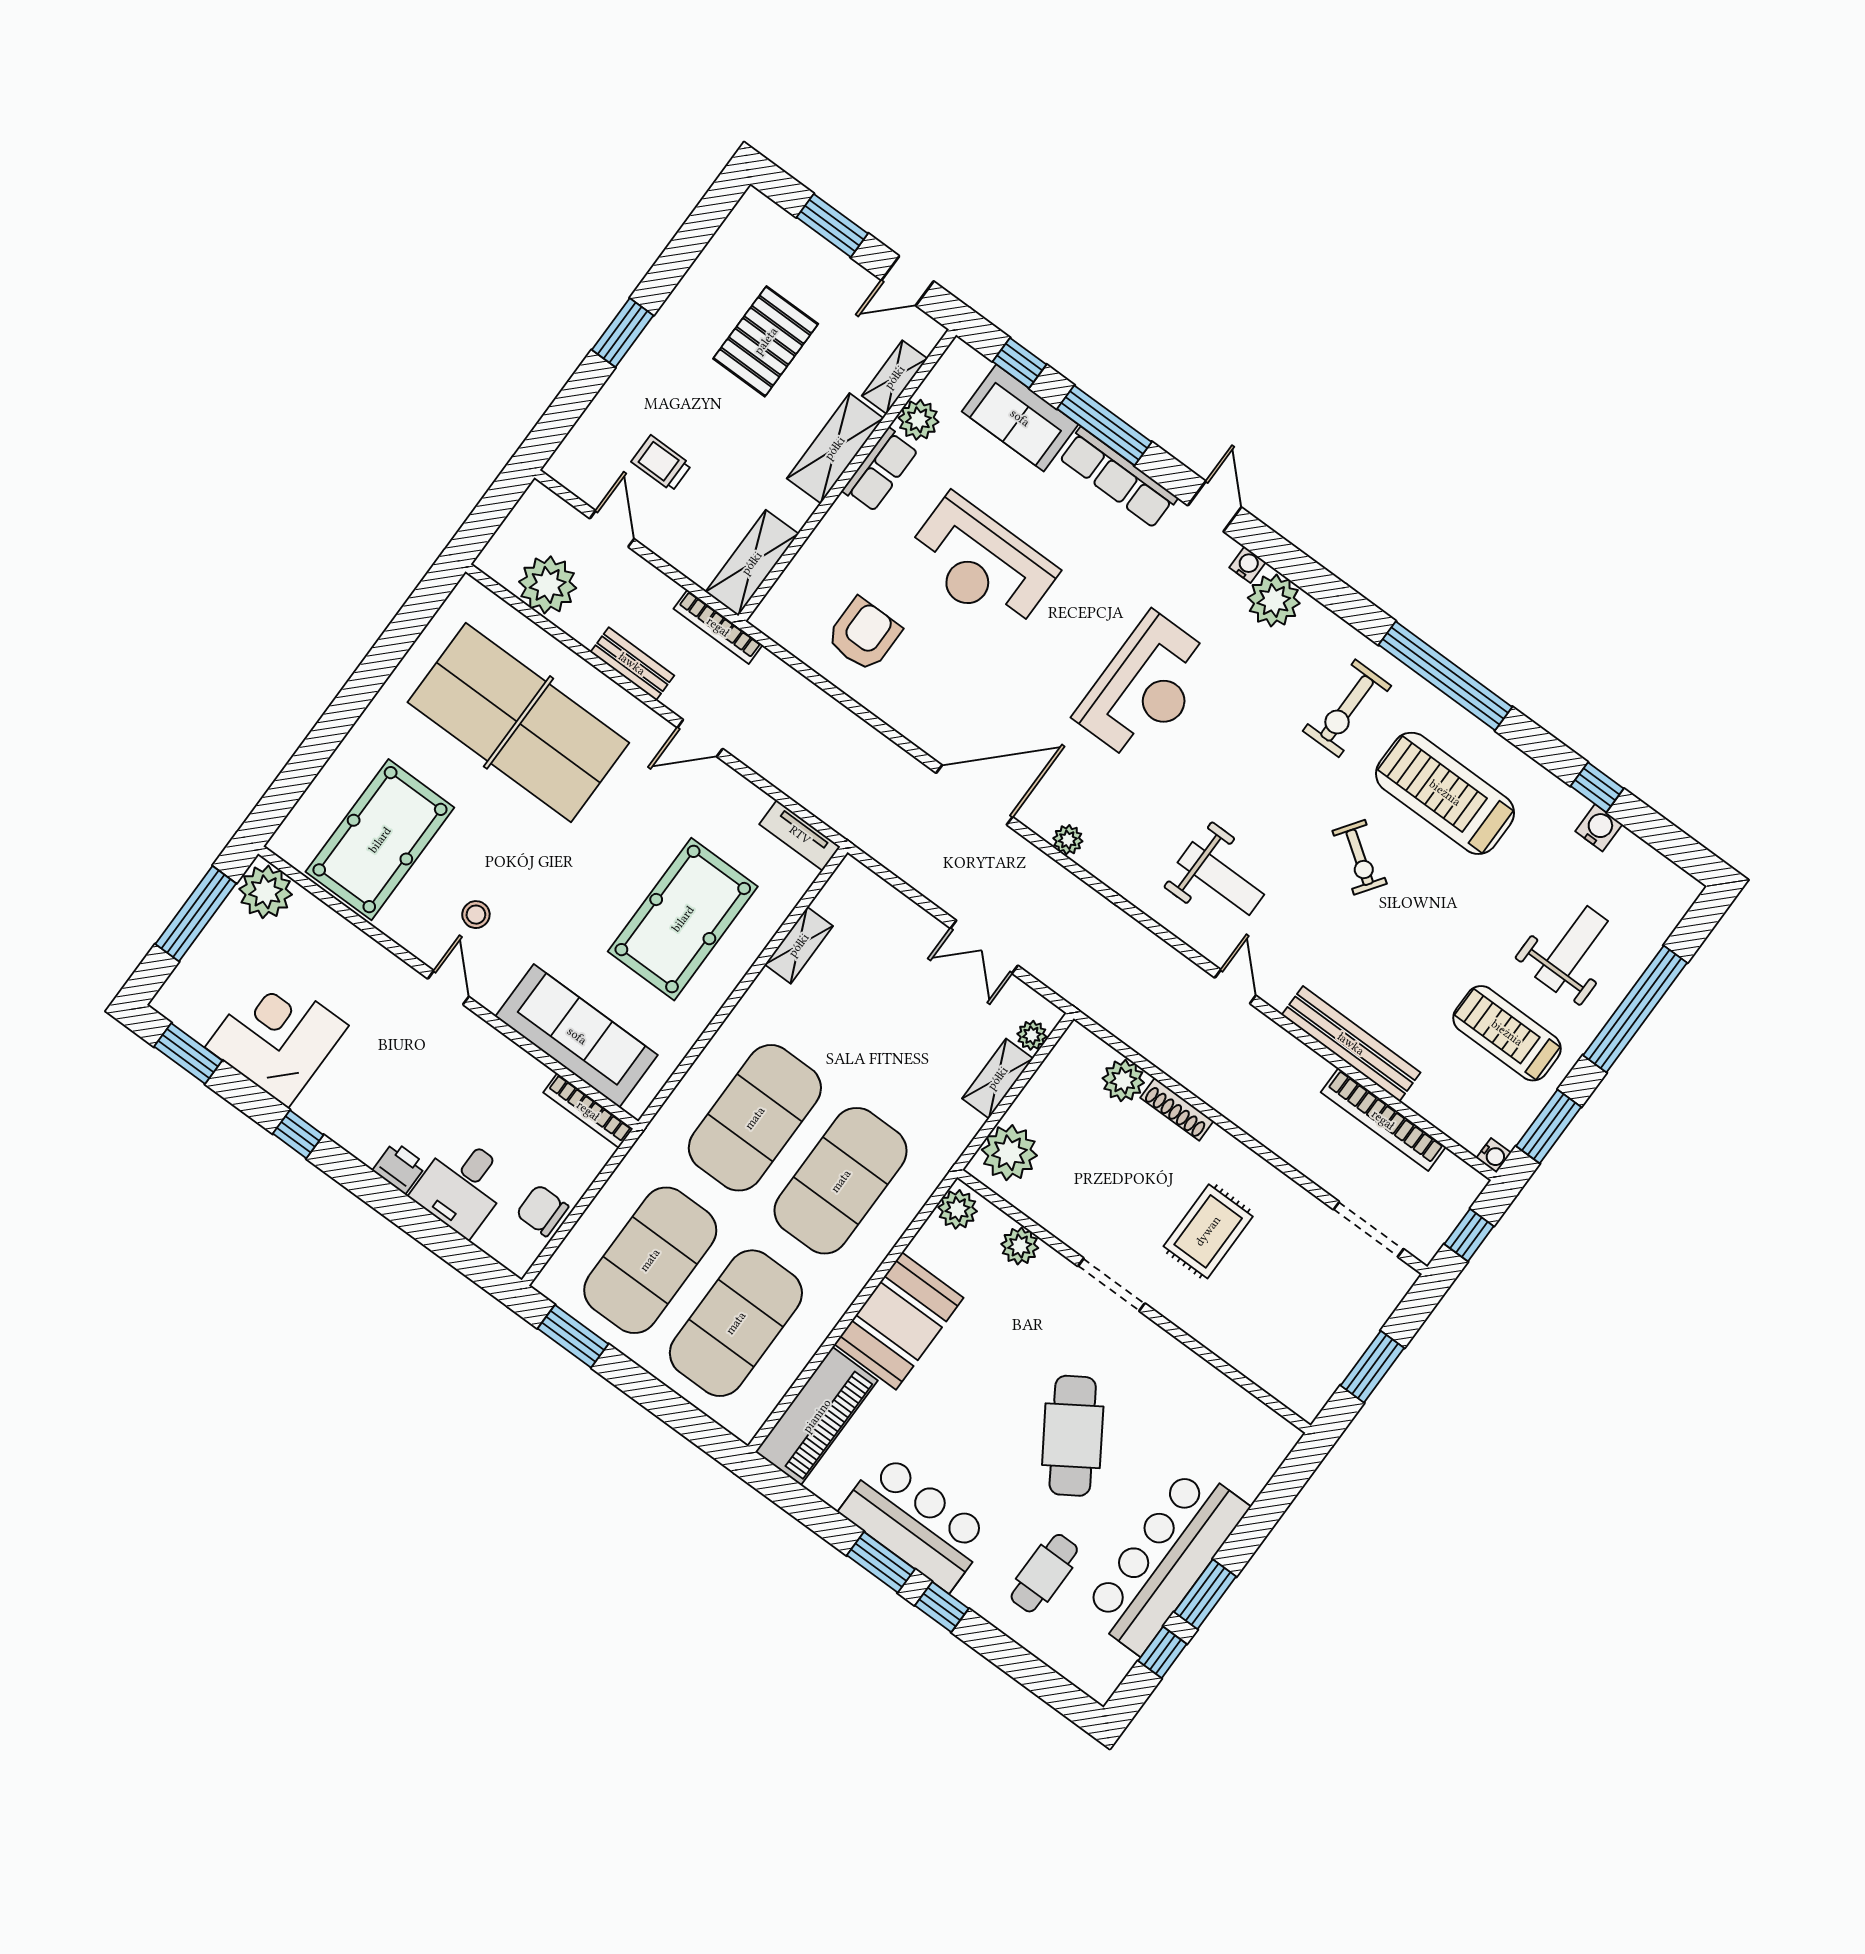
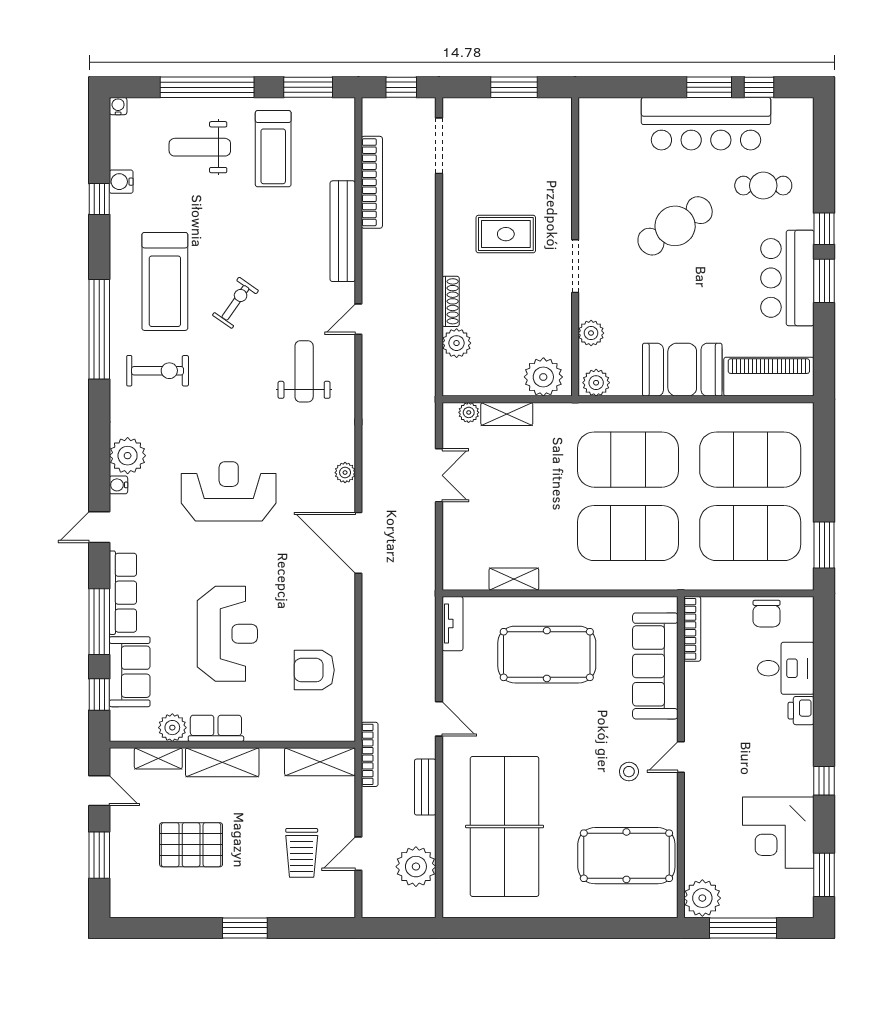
trolley: (661, 463) -> (302, 853), width x1.36, depth x1.39
water cooler: (1494, 1155) -> (118, 106), moved

